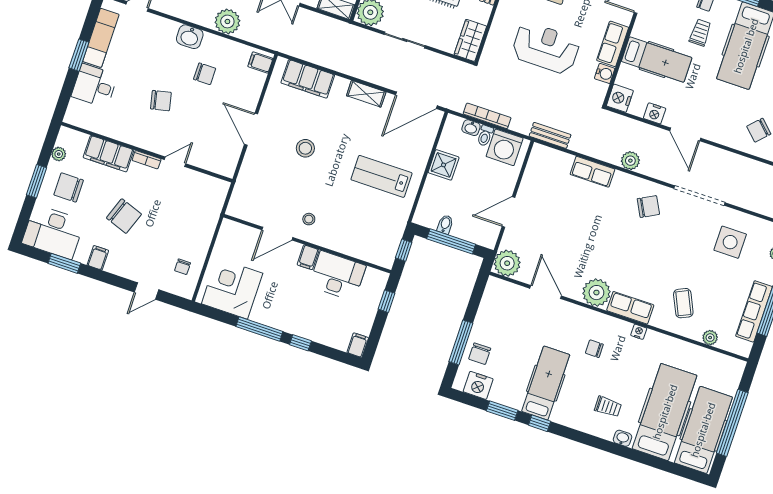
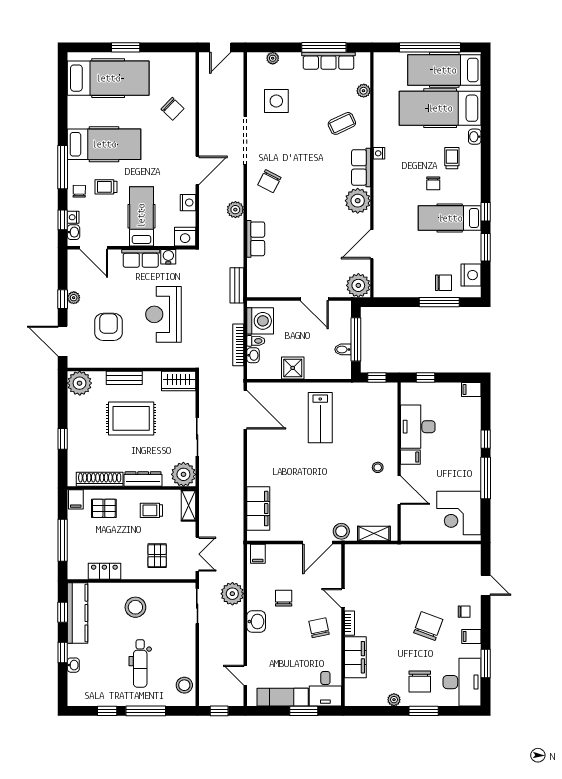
shelving: (366, 94) -> (374, 534), moved, turned 90
stool: (305, 148) -> (341, 531), moved
wall: (147, 152) -> (343, 625), moved
filing cabinet: (109, 154) -> (355, 657), moved
bookcase: (147, 160) -> (350, 623), moved
door: (175, 162) -> (343, 598), moved
chair: (648, 207) -> (269, 181), turned -125
chair: (183, 267) -> (464, 612), moved
chair: (594, 349) -> (433, 183), moved

